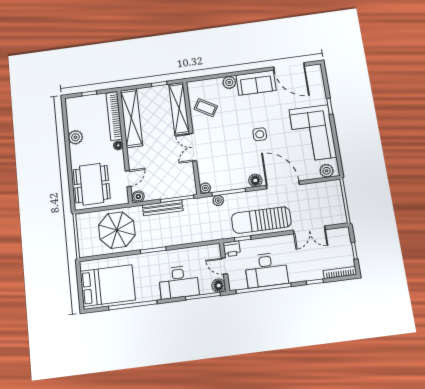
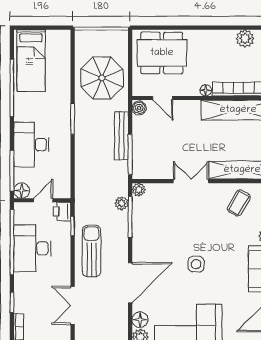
plant: (75, 137) -> (245, 39), moved
floor lamp: (255, 180) -> (140, 320), moved
sun lounger: (261, 220) -> (92, 251), width x0.73, depth x0.75
bed: (108, 286) -> (31, 61), width x0.67

